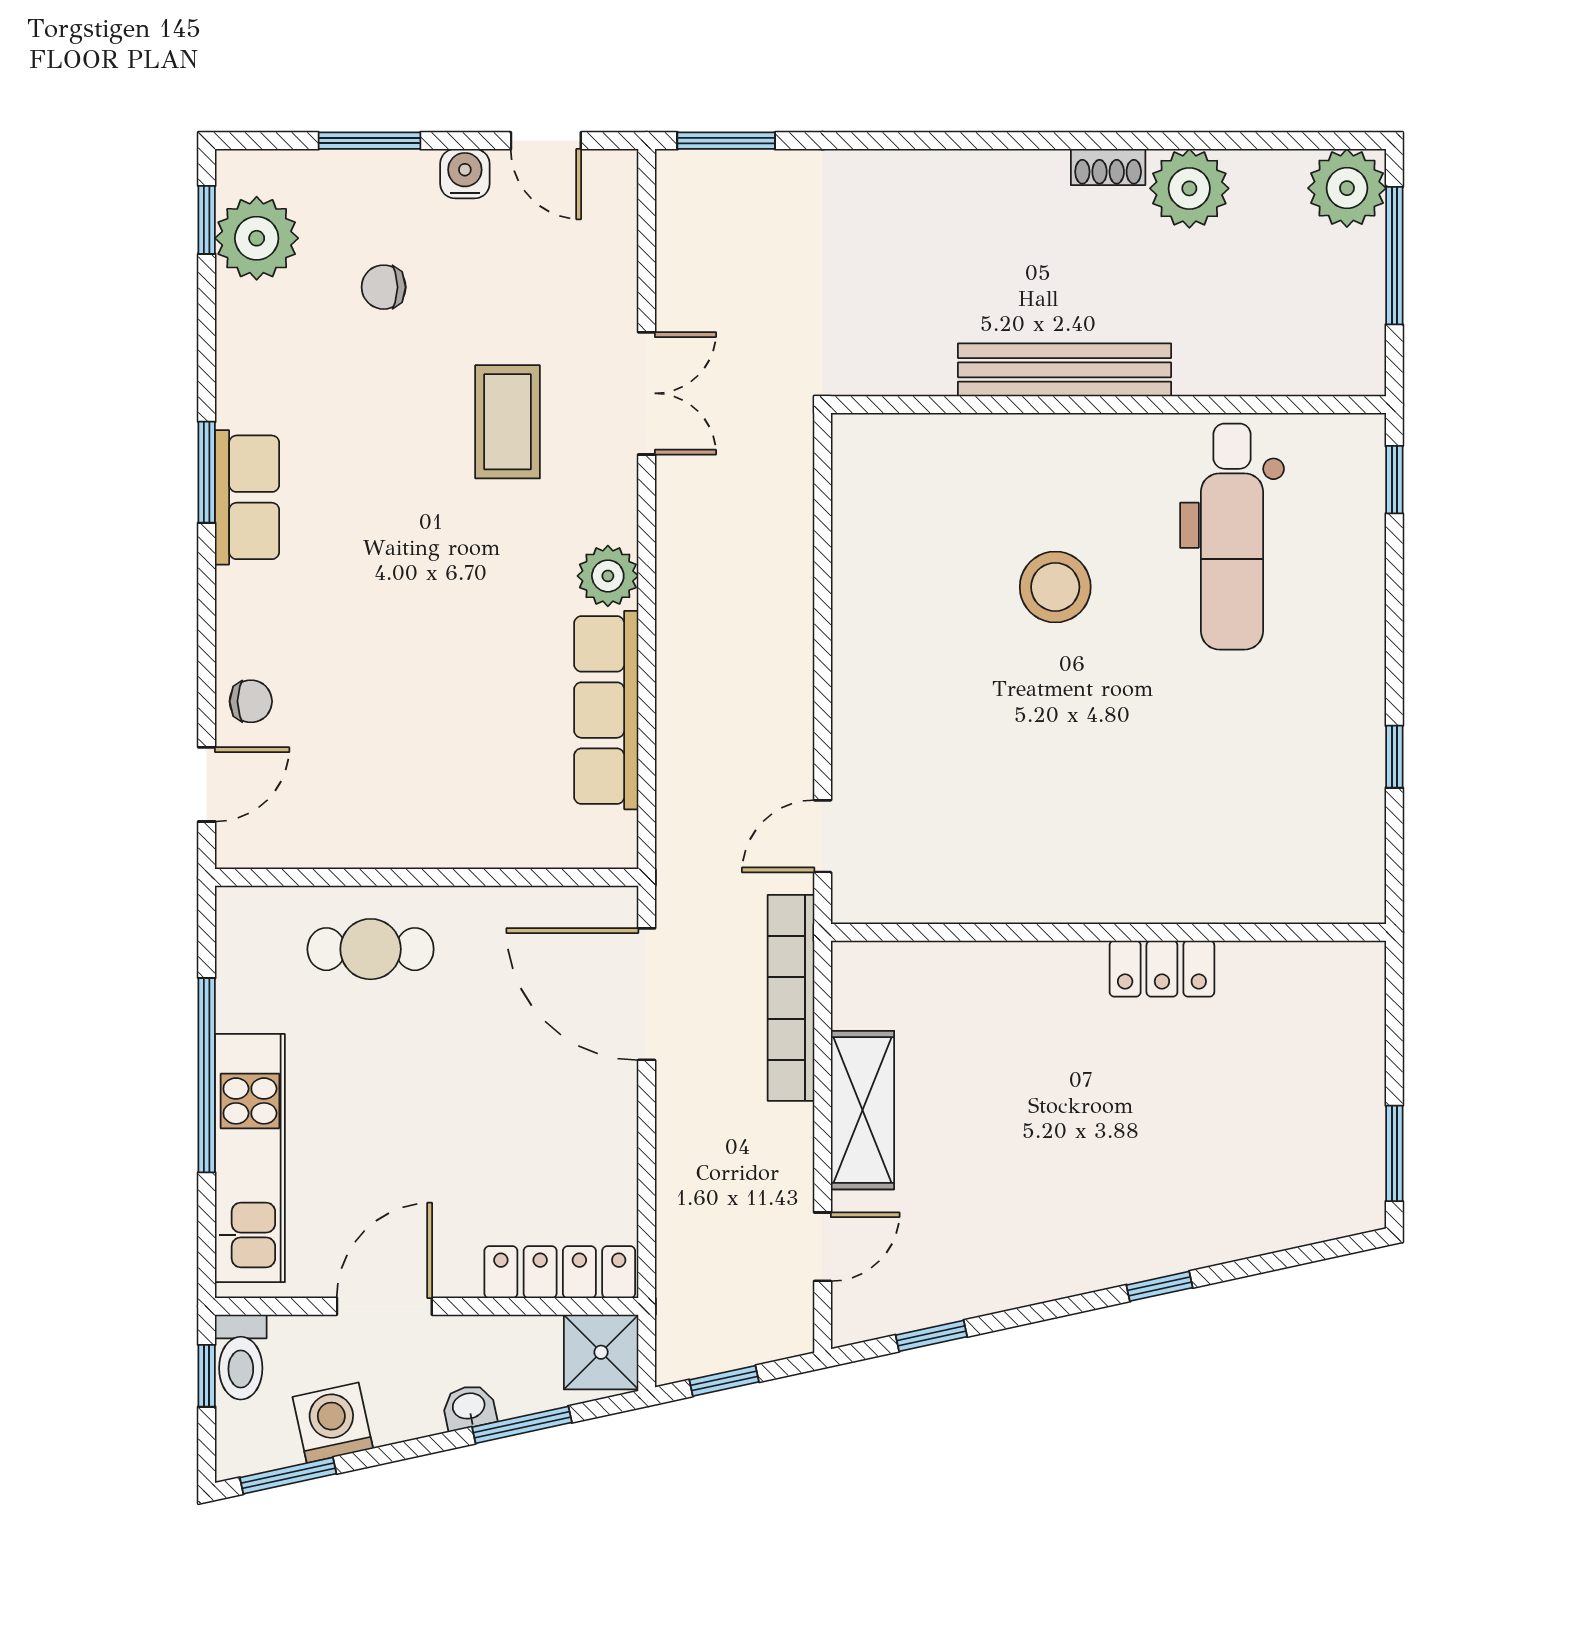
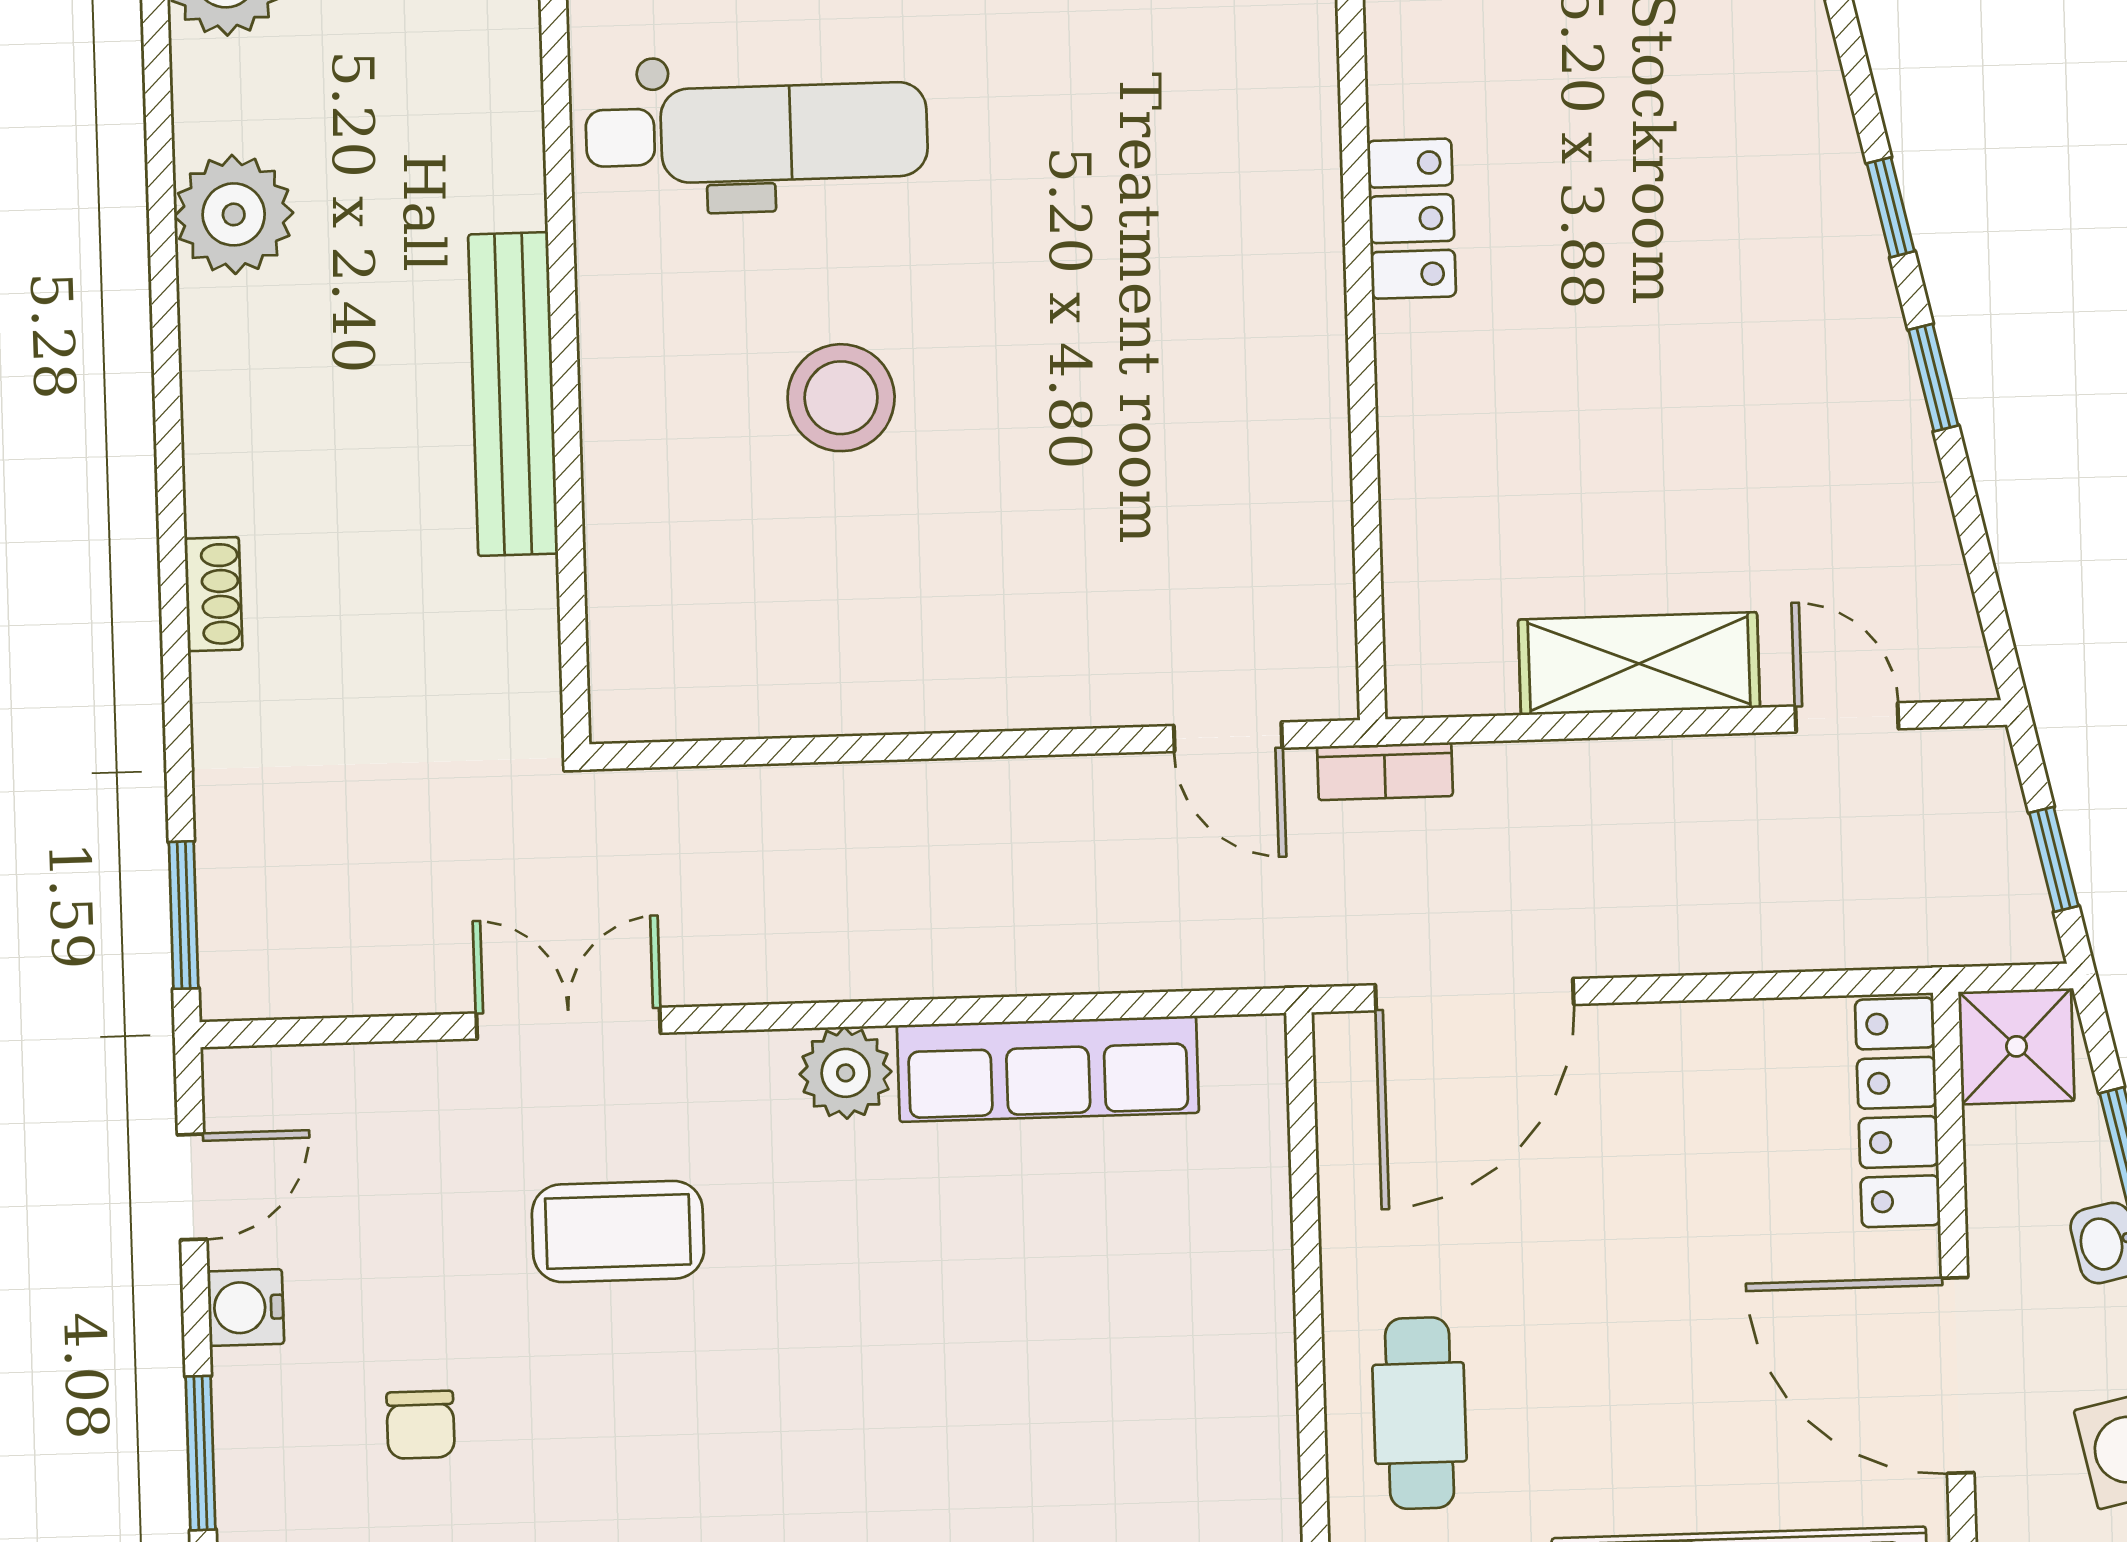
shoe rack: (1108, 167) -> (213, 594), moved
bookcase: (791, 998) -> (1385, 771), width x0.43, depth x0.76
door: (384, 1306) -> (1958, 1375), width x1.36
window: (931, 1336) -> (1933, 378), moved

